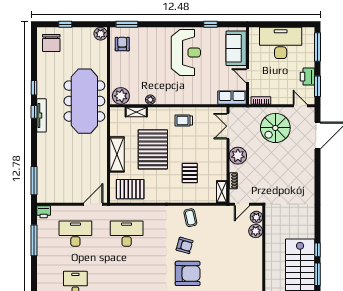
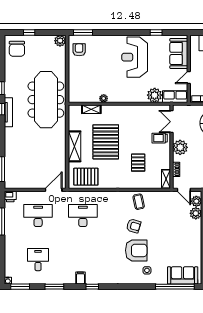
reception desk: (186, 53) -> (135, 57), turned 180
door: (248, 76) -> (189, 77), hinge flipped
plant: (121, 96) -> (155, 95), moved
trolley: (184, 120) -> (160, 138), moved
door: (242, 204) -> (184, 190), hinge flipped

